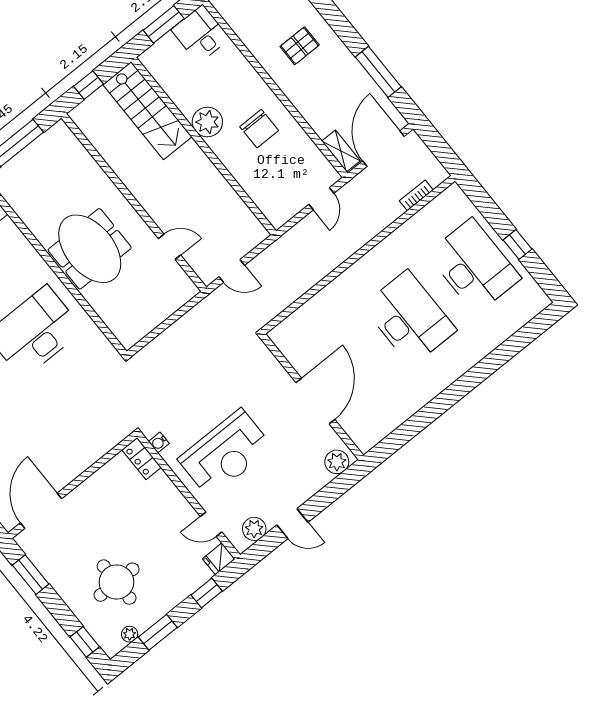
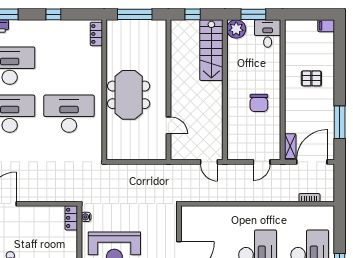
plant: (207, 122) -> (236, 29), moved
door: (232, 271) -> (209, 162), moved

